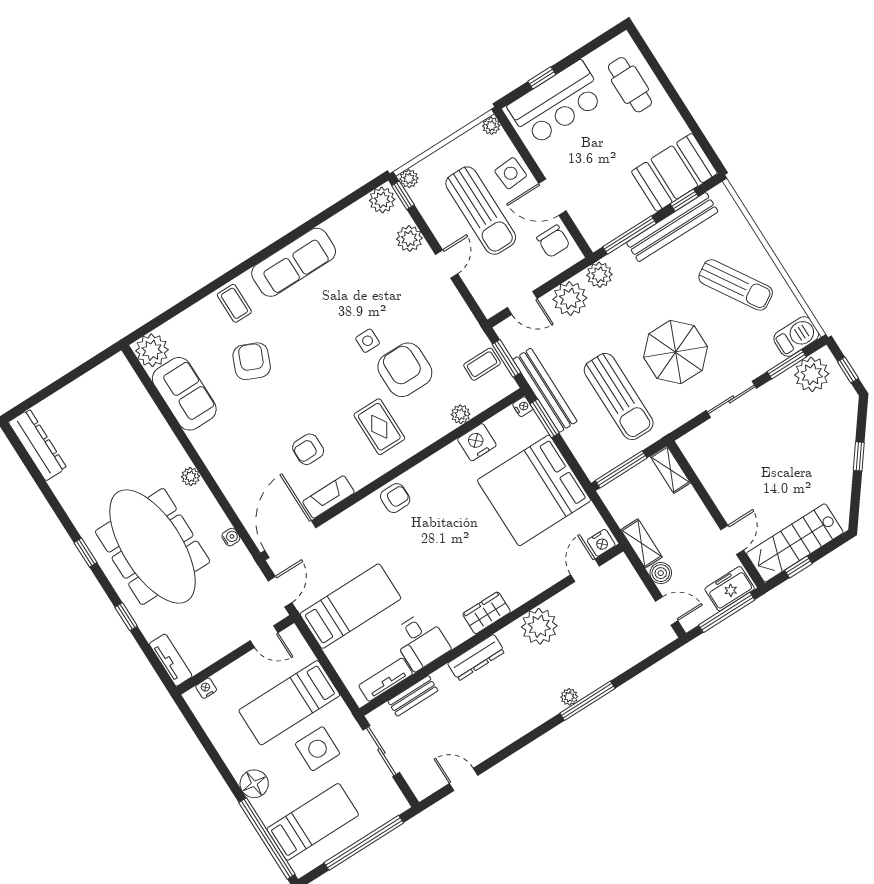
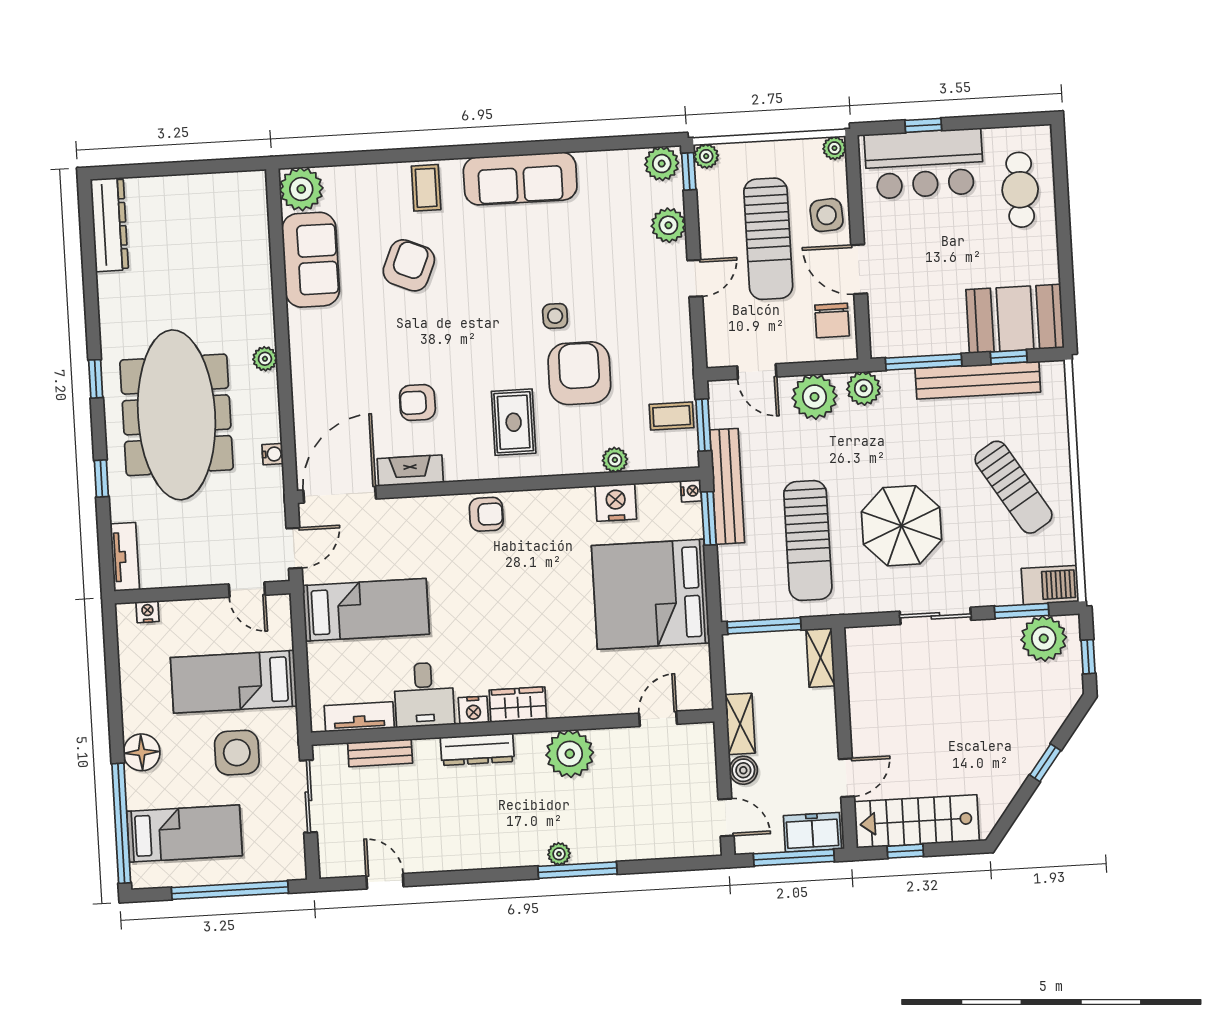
nightstand: (601, 543) -> (473, 710), moved

